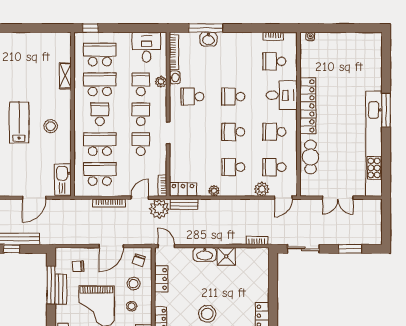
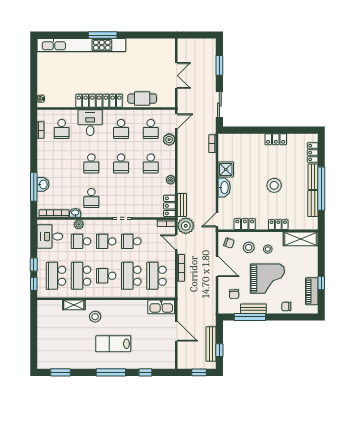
window: (113, 28) -> (34, 265), added
stool: (51, 126) -> (95, 317), moved
kitchen unit: (374, 144) -> (81, 45), moved
door: (283, 198) -> (176, 121), hinge flipped

